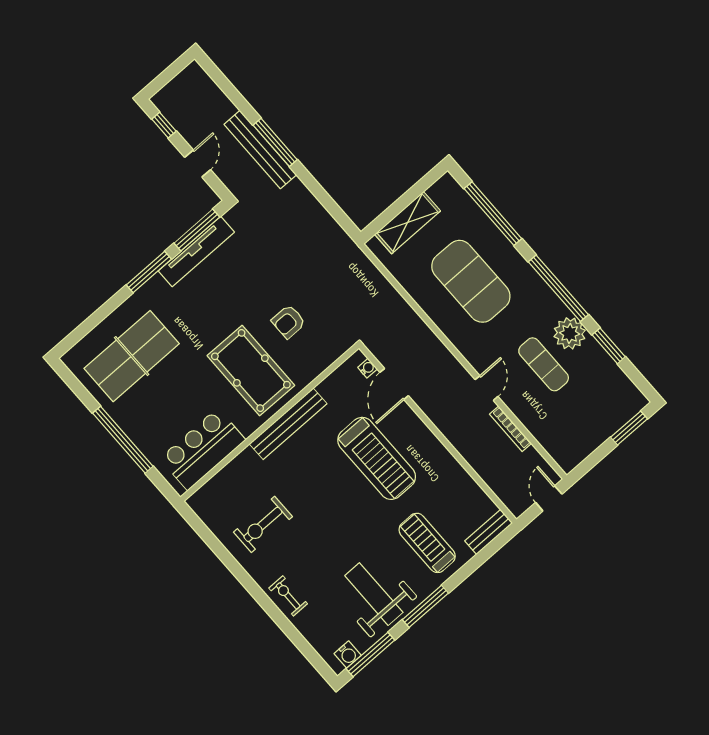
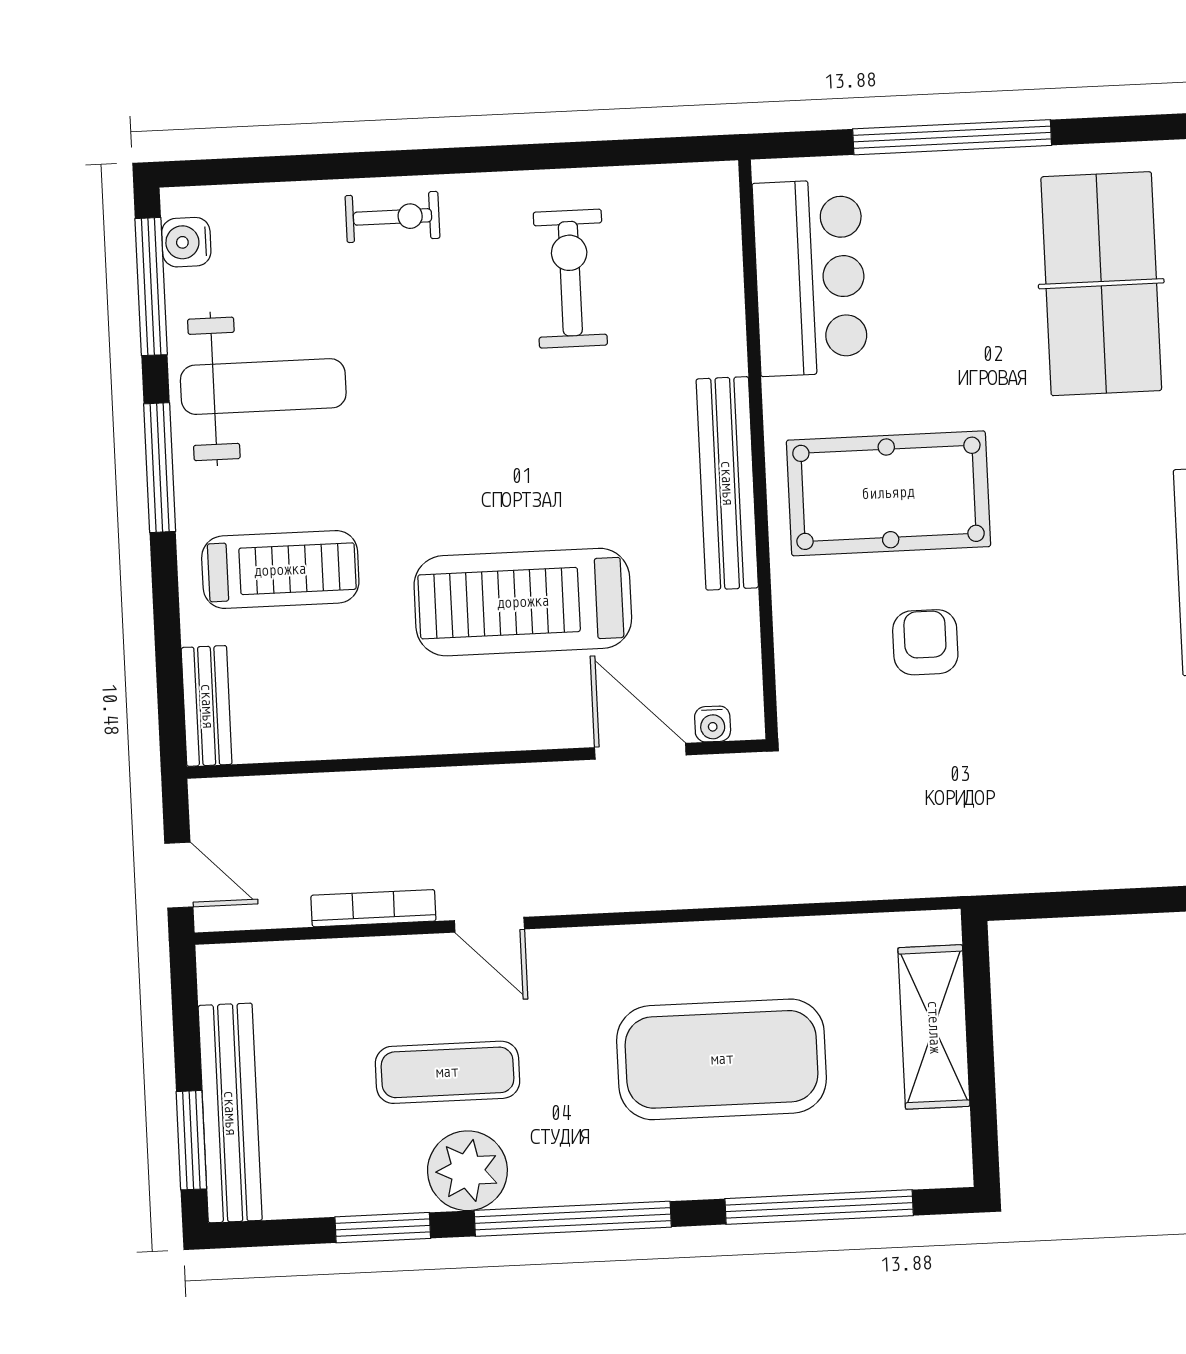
bench: (611, 423) -> (230, 1113), added

